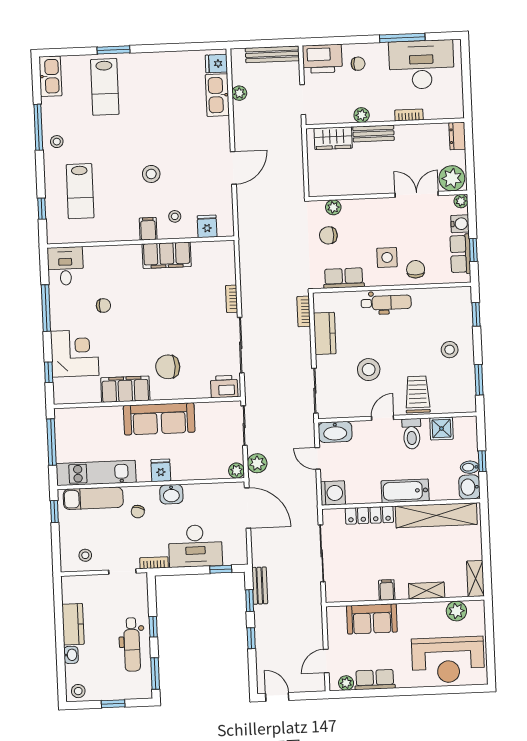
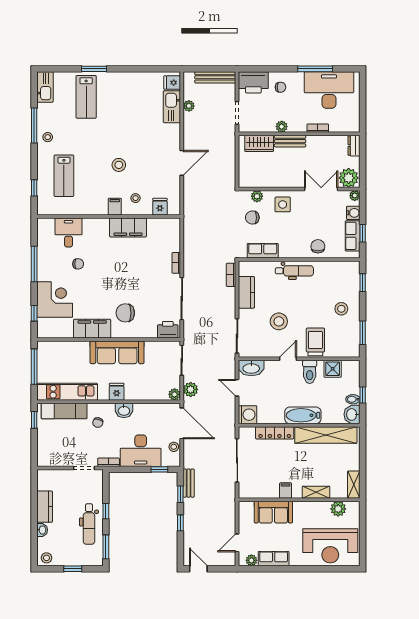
side table: (387, 257) -> (283, 204), moved
desk: (65, 266) -> (69, 233), moved
stool: (85, 555) -> (174, 447), moved

